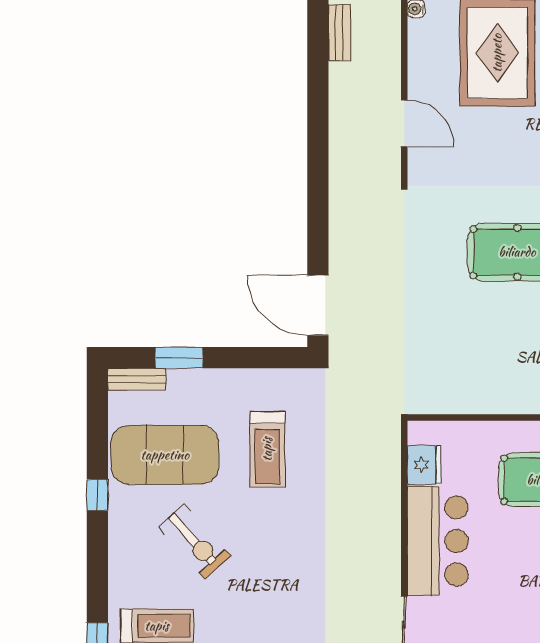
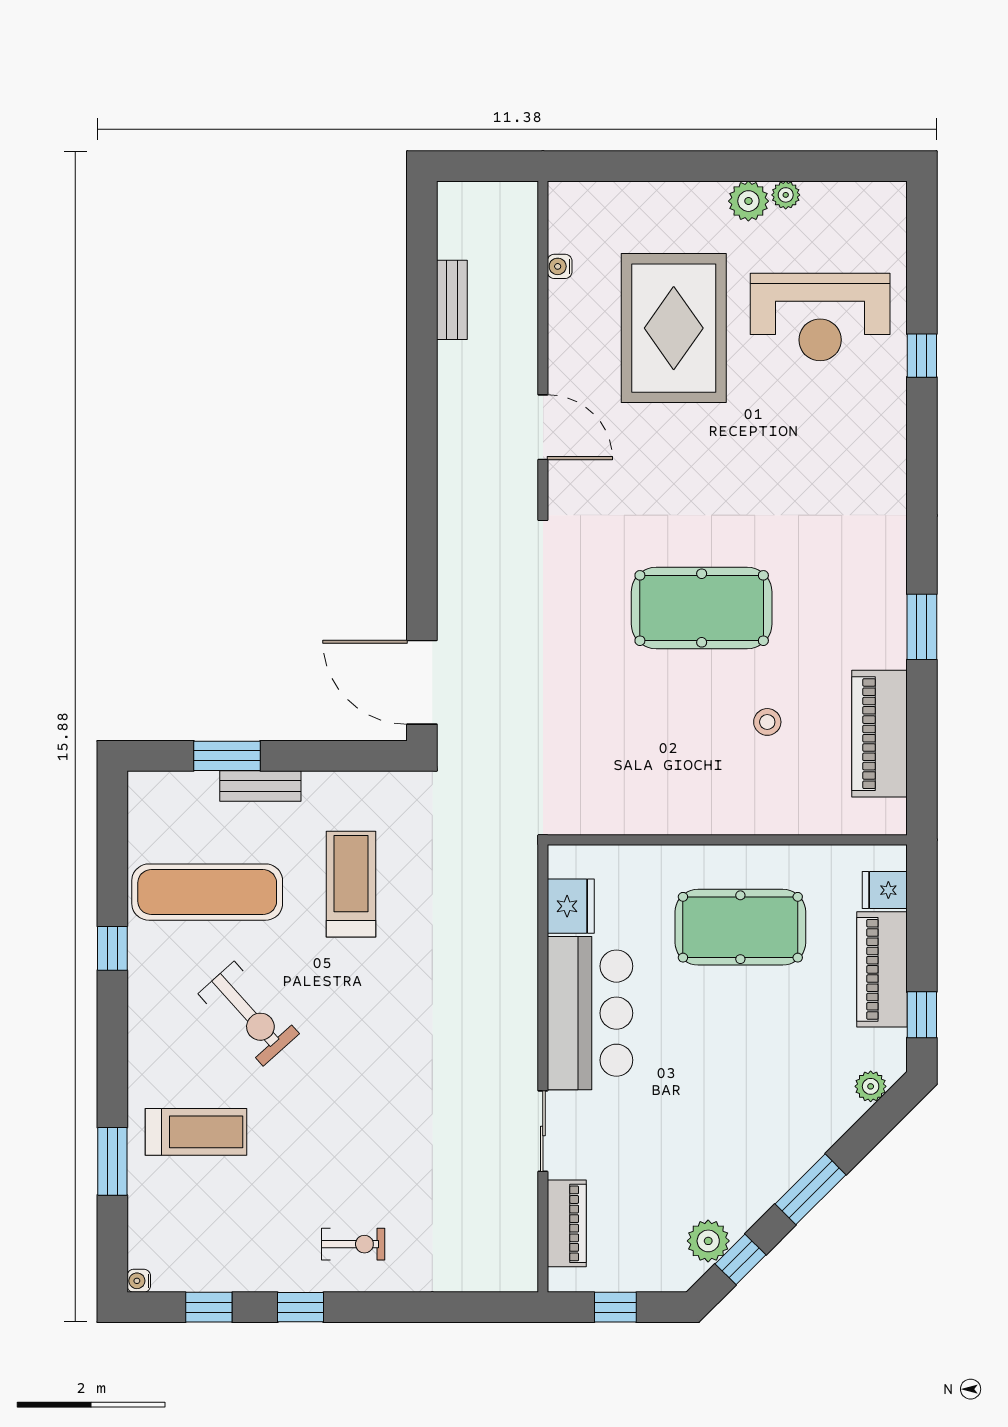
bench: (137, 379) -> (260, 786), moved
treadmill: (267, 449) -> (351, 884), turned 180
exercise mat: (165, 455) -> (207, 892), width x0.68

